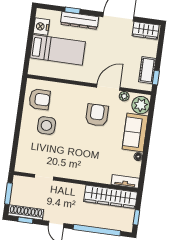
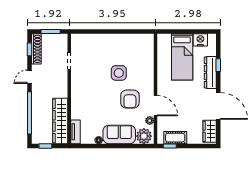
armchair: (40, 99) -> (137, 47), removed
armchair: (97, 115) -> (130, 99), turned 90
side table: (46, 125) -> (119, 73), moved

